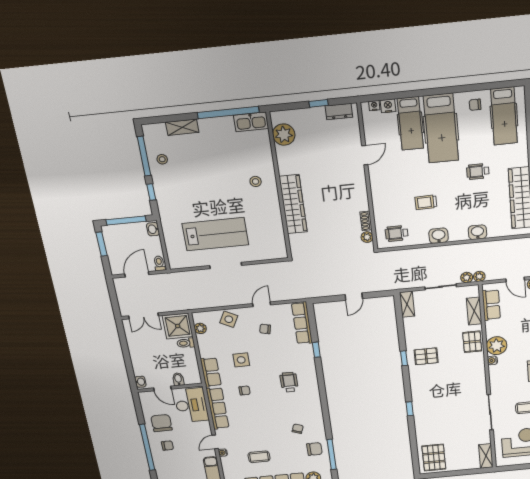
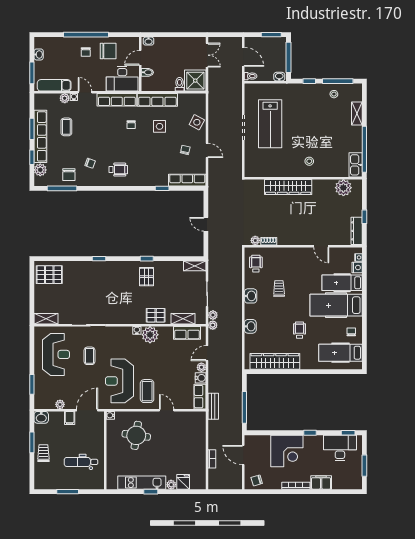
dresser: (339, 112) -> (357, 231), width x1.44
double door: (143, 316) -> (207, 55), swing flipped
plant: (200, 328) -> (65, 98), moved
row of seats: (211, 372) -> (157, 100), width x1.48
wheelchair: (289, 382) -> (118, 170), moved

